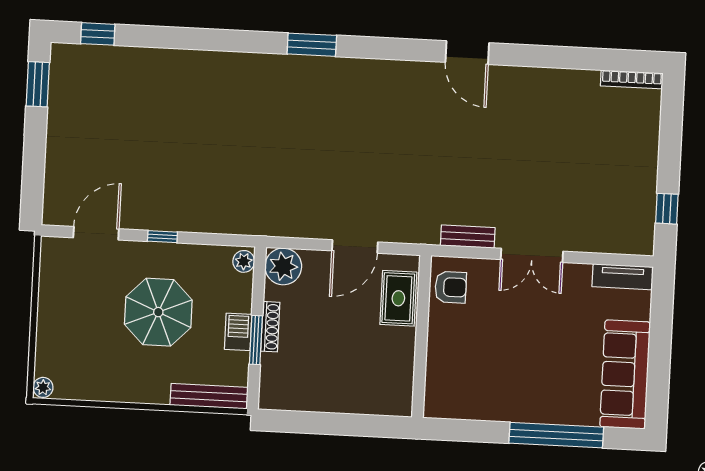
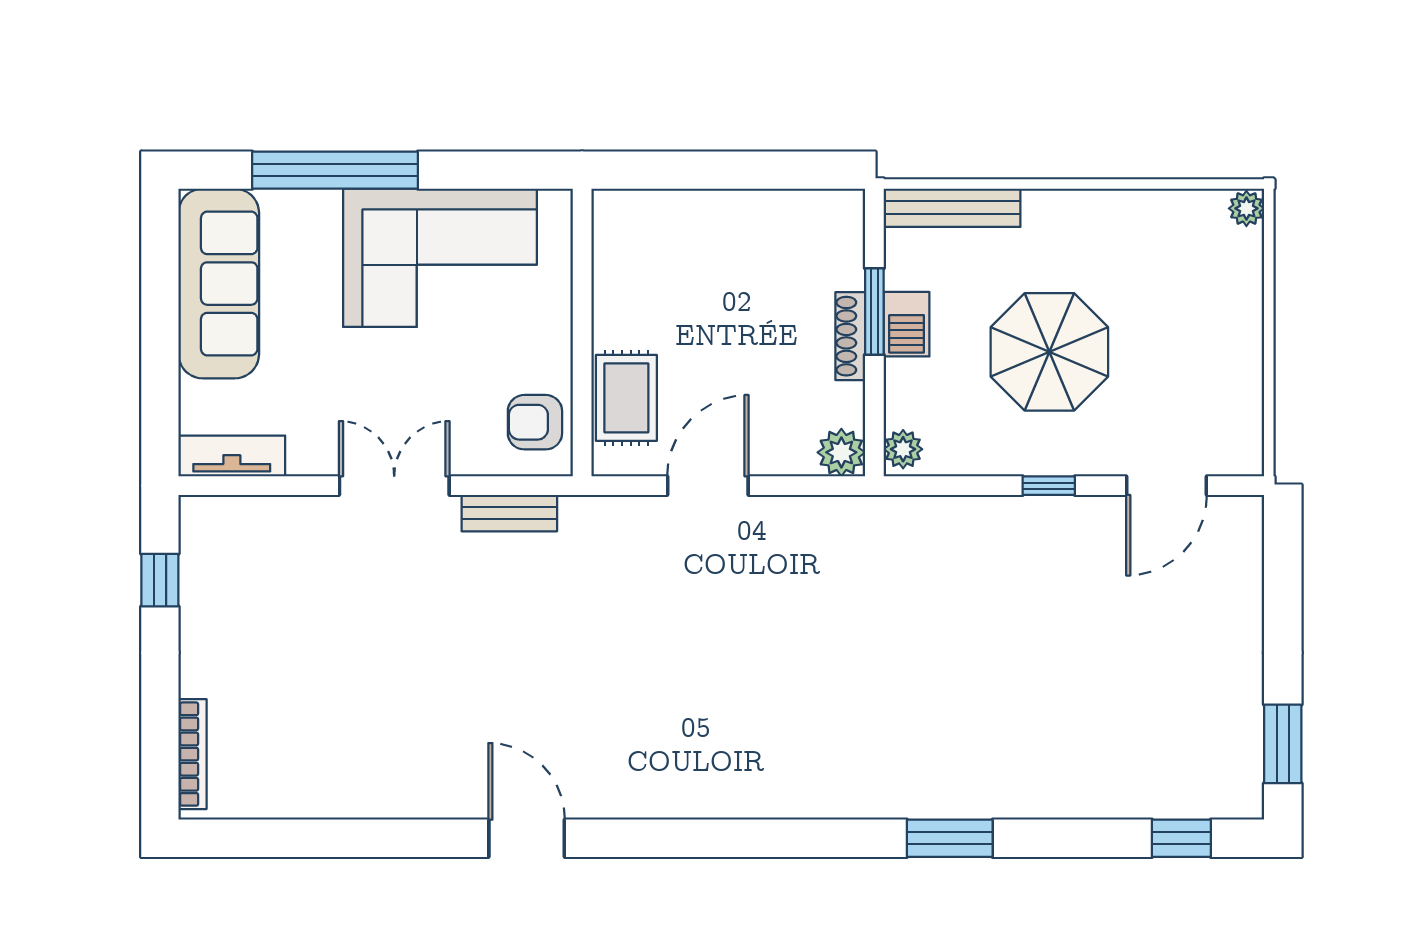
window: (312, 45) -> (950, 838), moved
bookcase: (632, 79) -> (192, 754), moved, turned 90
plant: (283, 266) -> (841, 452), width x0.73, depth x0.73
corner sofa: (500, 383) -> (440, 258), added

